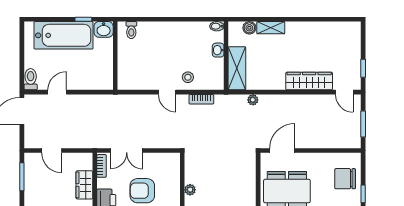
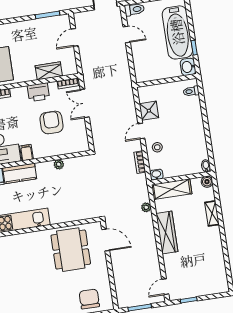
boiler: (249, 28) -> (207, 182), moved
washbasin: (218, 50) -> (156, 175), moved
shower: (146, 80) -> (149, 111), added
wardrobe: (309, 81) -> (167, 232), moved

